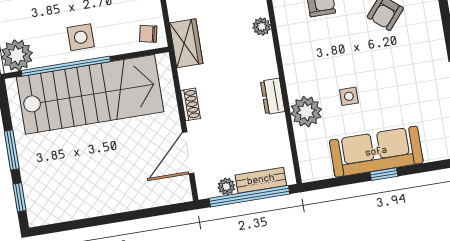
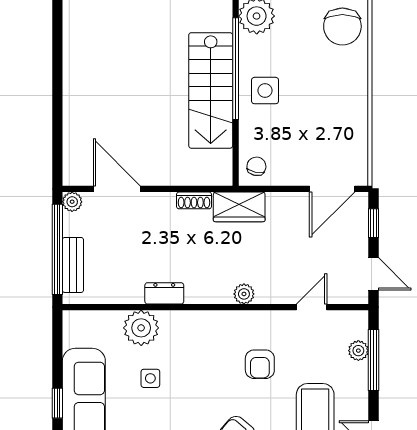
stairs: (90, 94) -> (211, 90), width x0.73, depth x0.66
shoe rack: (190, 104) -> (194, 200), moved
plant: (226, 187) -> (72, 202), moved

